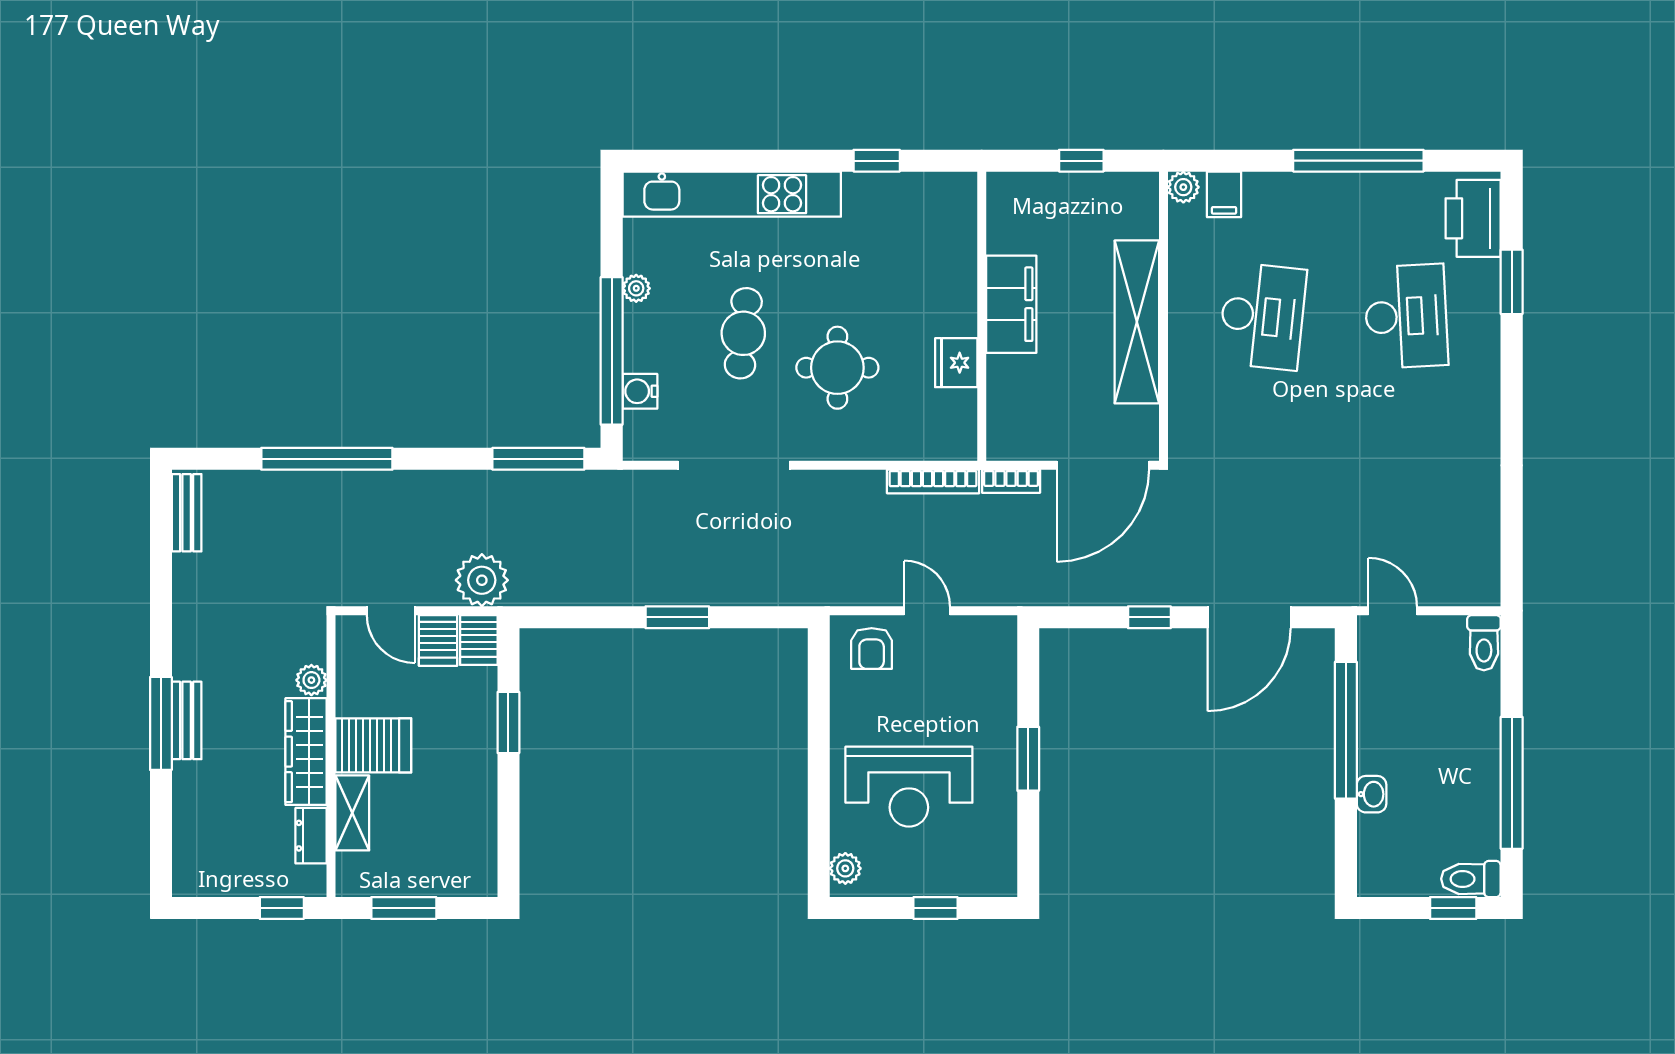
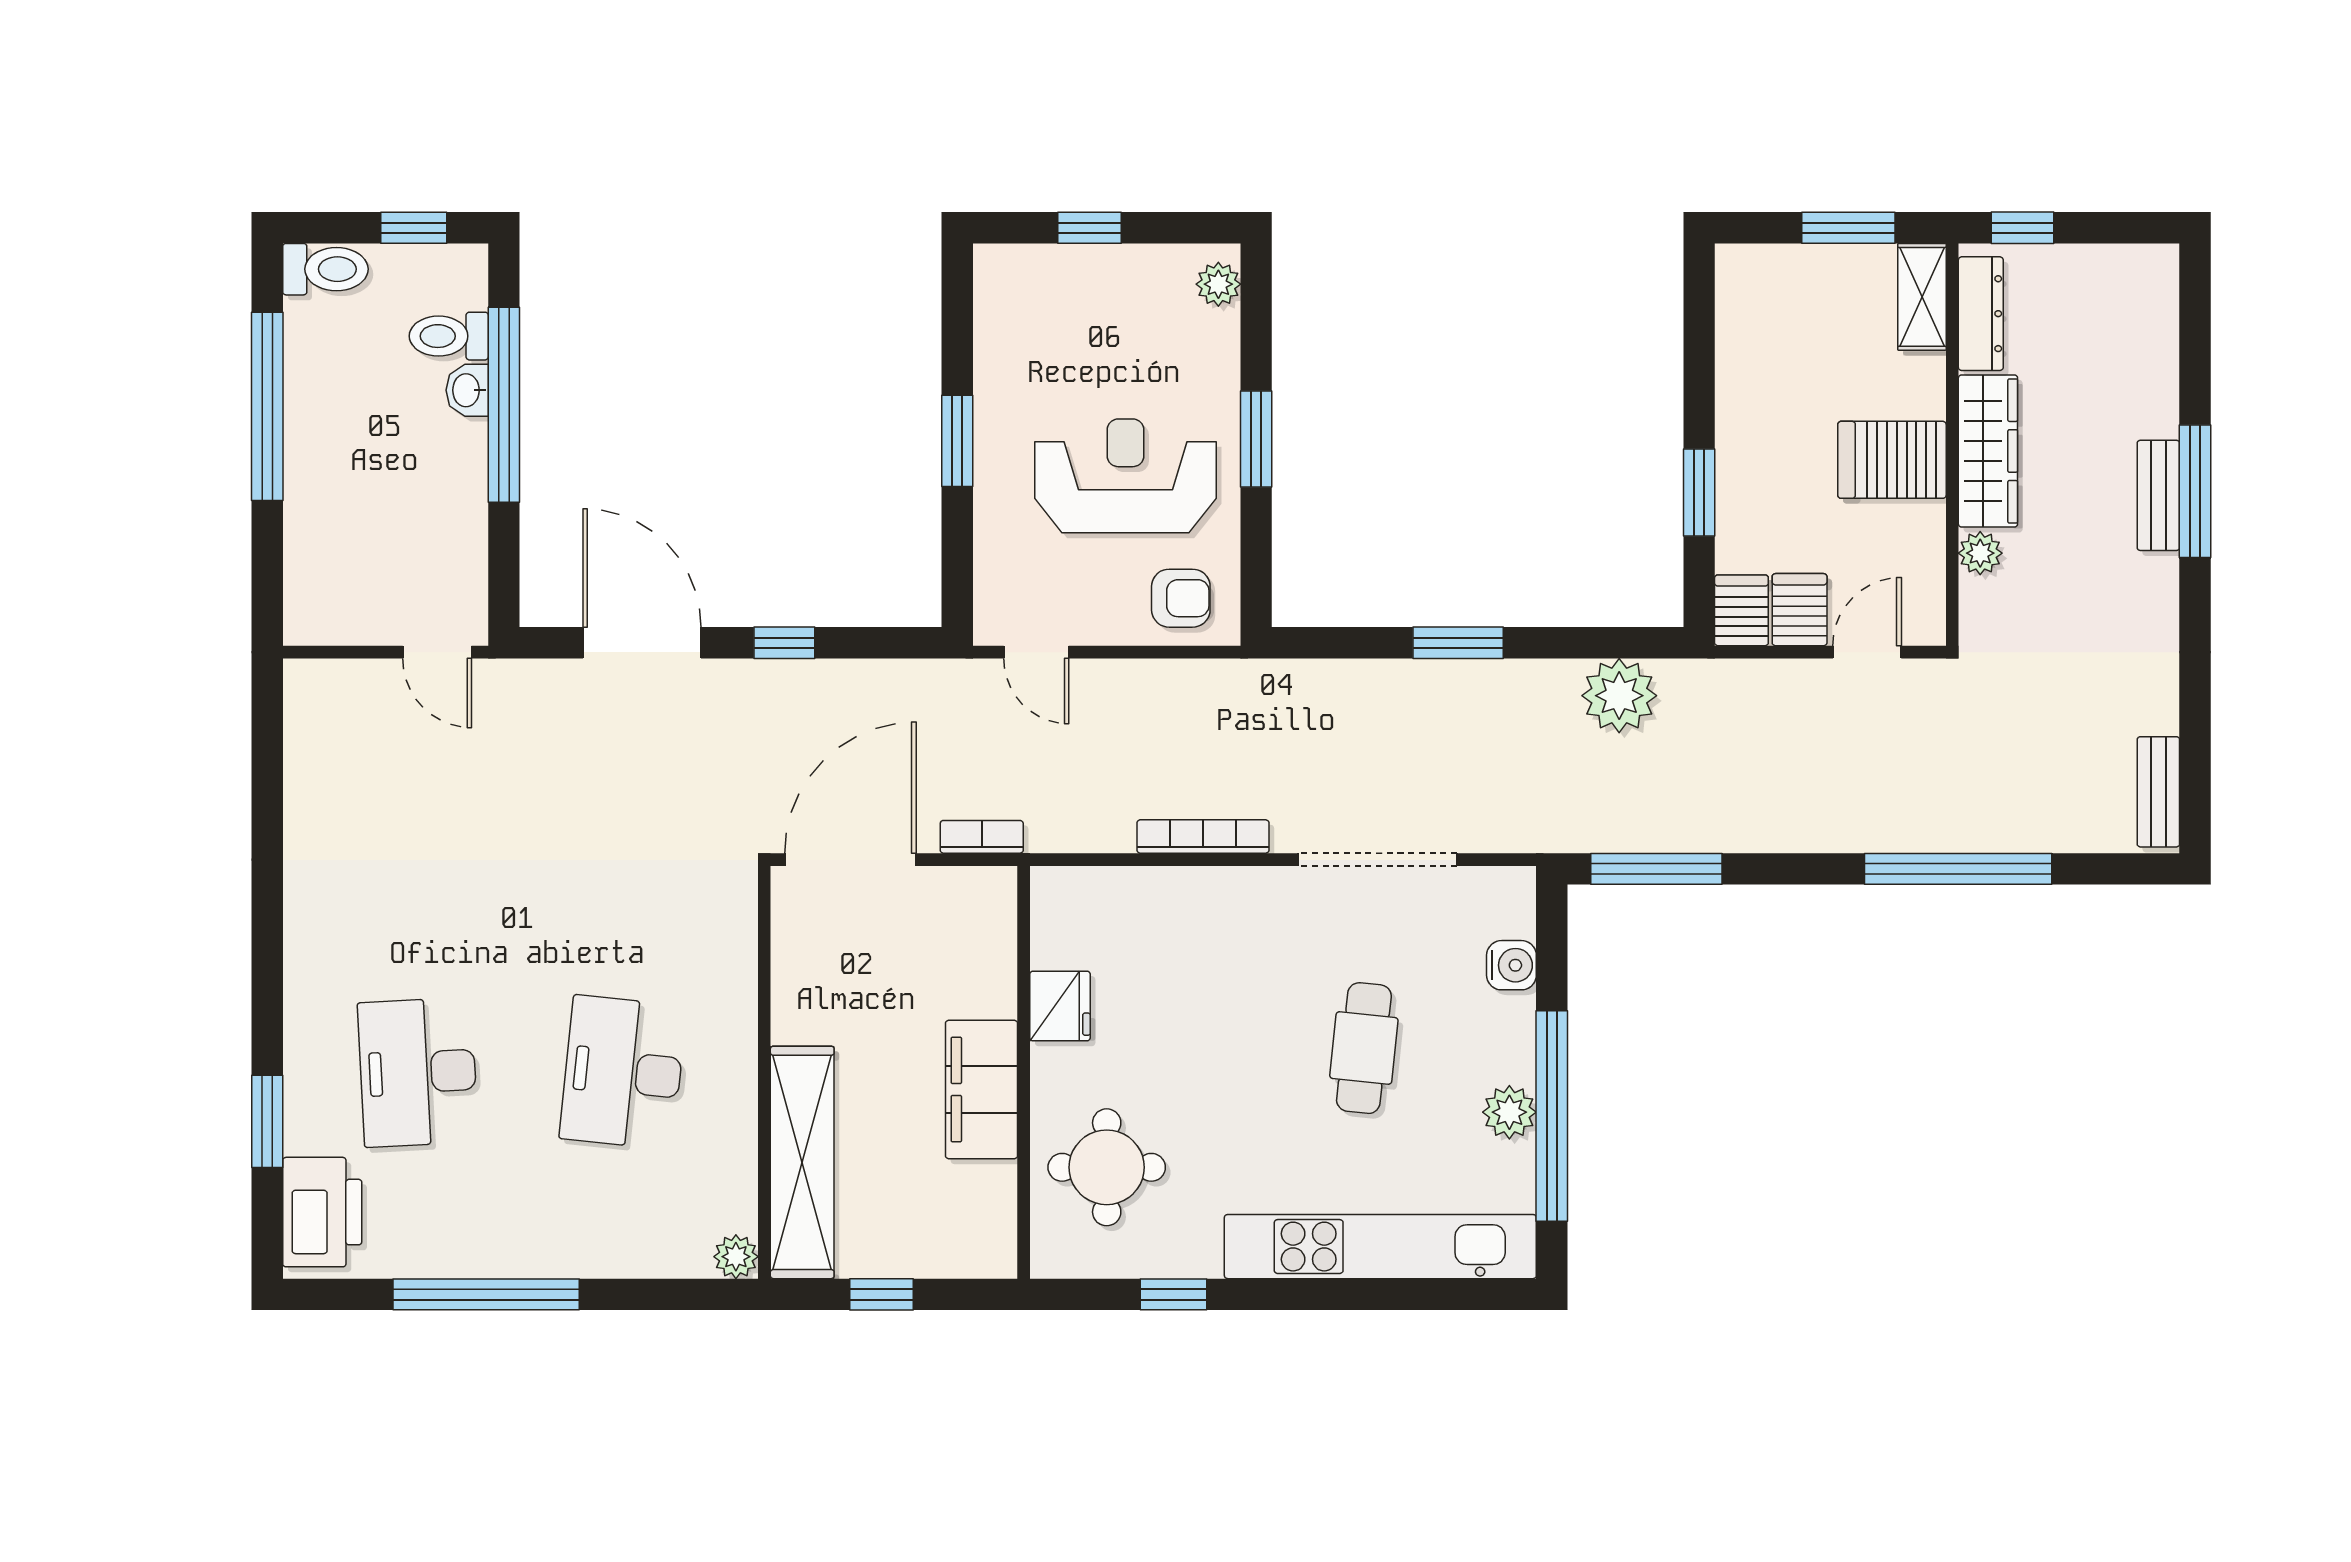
filing cabinet: (1224, 194) -> (678, 1246), removed
plant: (636, 288) -> (1509, 1112), width x1.38, depth x1.38
shelving: (1137, 322) -> (802, 1162), moved
window: (612, 351) -> (1552, 1116), moved
round table: (837, 368) -> (1107, 1167), moved
bookcase: (933, 481) -> (1203, 837), moved
plant: (482, 580) -> (1619, 696), moved
door: (391, 611) -> (1867, 652), hinge flipped
door: (927, 611) -> (1036, 652), moved
door: (1249, 617) -> (642, 643), hinge flipped
toilet: (1484, 643) -> (449, 336), moved, turned -90
armchair: (872, 648) -> (1181, 598), turned 90
window: (1346, 730) -> (504, 405), moved
window: (819, 760) -> (1256, 439), added
reception desk: (909, 787) -> (1125, 476), moved
shelving: (352, 813) -> (1922, 297), moved
dresser: (311, 836) -> (1981, 314), width x1.44
window: (1453, 908) -> (414, 228), moved

